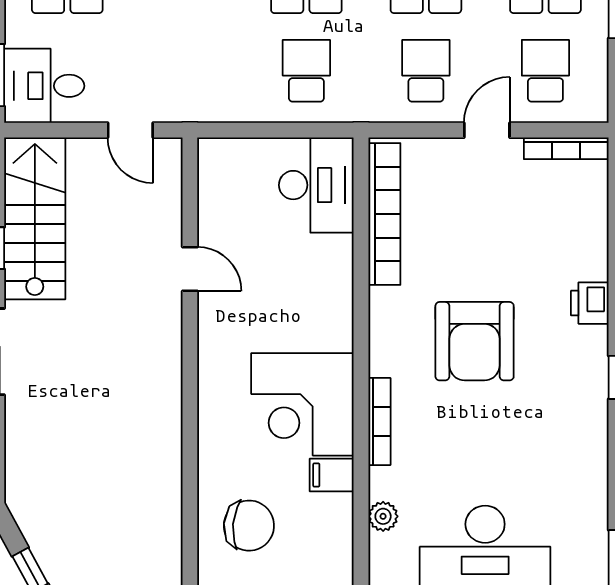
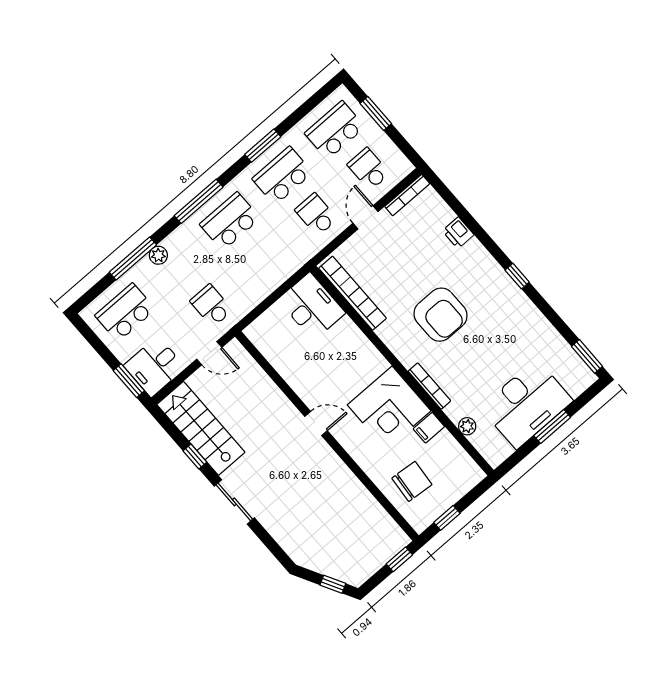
school desk: (306, 71) -> (211, 306), moved
door: (190, 269) -> (316, 423), moved
printer: (590, 303) -> (458, 233), moved

